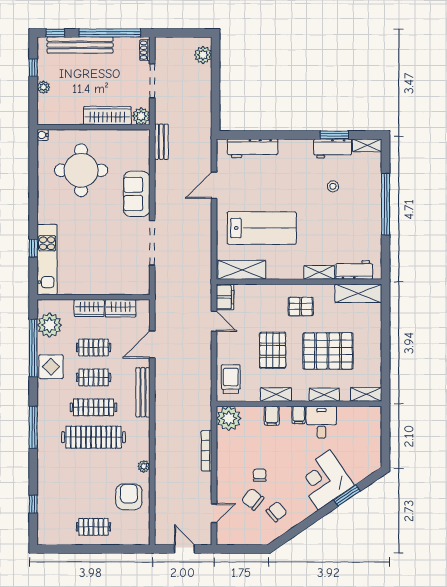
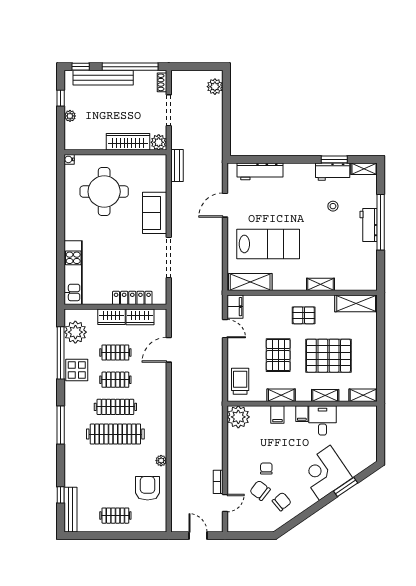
window: (33, 248) -> (61, 262), removed
workbench: (354, 270) -> (369, 225), moved, turned -90
locker: (112, 287) -> (132, 298), added
bench: (143, 392) -> (70, 510), moved
bookcase: (207, 451) -> (218, 482), moved, width x0.64

